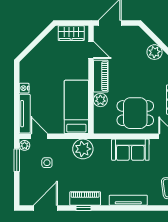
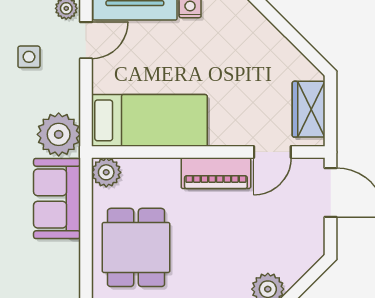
plant: (100, 100) -> (106, 172), moved
sofa: (130, 150) -> (57, 198), moved

